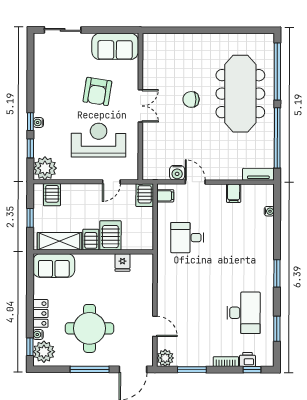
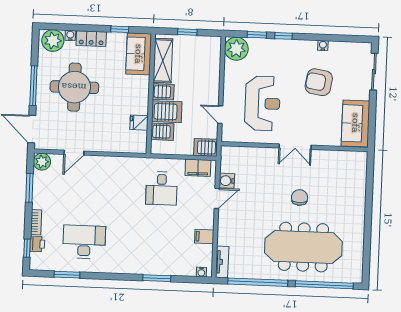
armchair: (97, 91) -> (319, 82), moved
water cooler: (38, 122) -> (323, 46), moved
server rack: (52, 195) -> (162, 132), moved, turned 180
filing cabinet: (165, 196) -> (198, 168), width x2.00
water cooler: (269, 211) -> (201, 272), moved
desk: (187, 238) -> (162, 188), turned 180
window: (277, 273) -> (157, 278), moved
desk: (244, 313) -> (84, 242), turned 180
window: (30, 347) -> (120, 29), moved

